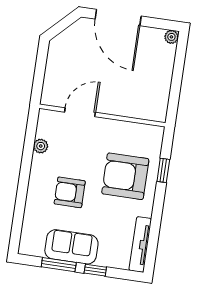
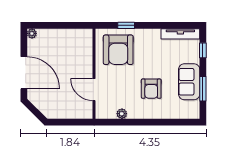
door: (118, 17) -> (24, 73), hinge flipped
armchair: (125, 176) -> (118, 50), moved
window: (95, 270) -> (203, 50), moved

